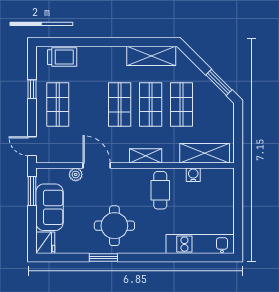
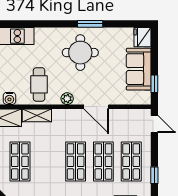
shop shelf: (151, 105) -> (103, 161), moved
shelving: (146, 156) -> (37, 115), moved
plant: (76, 174) -> (67, 99), moved
window: (32, 191) -> (154, 84), width x0.67

